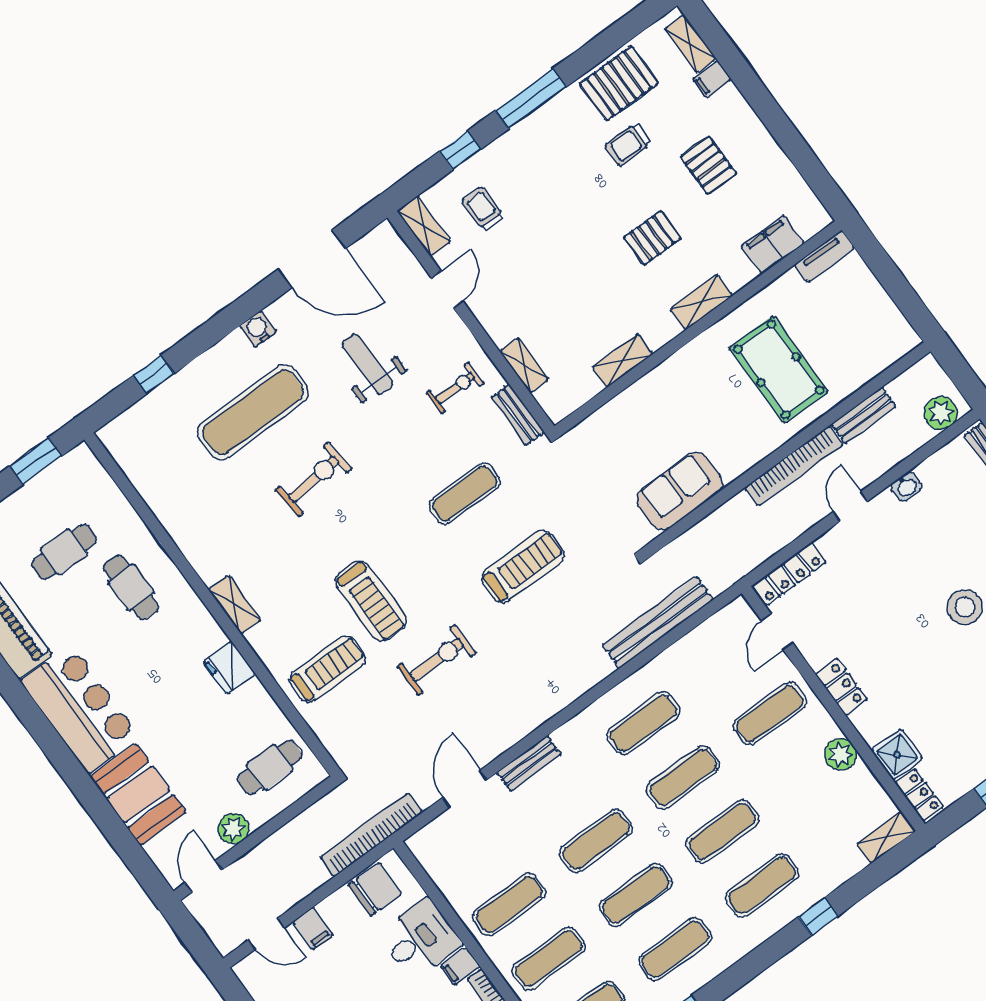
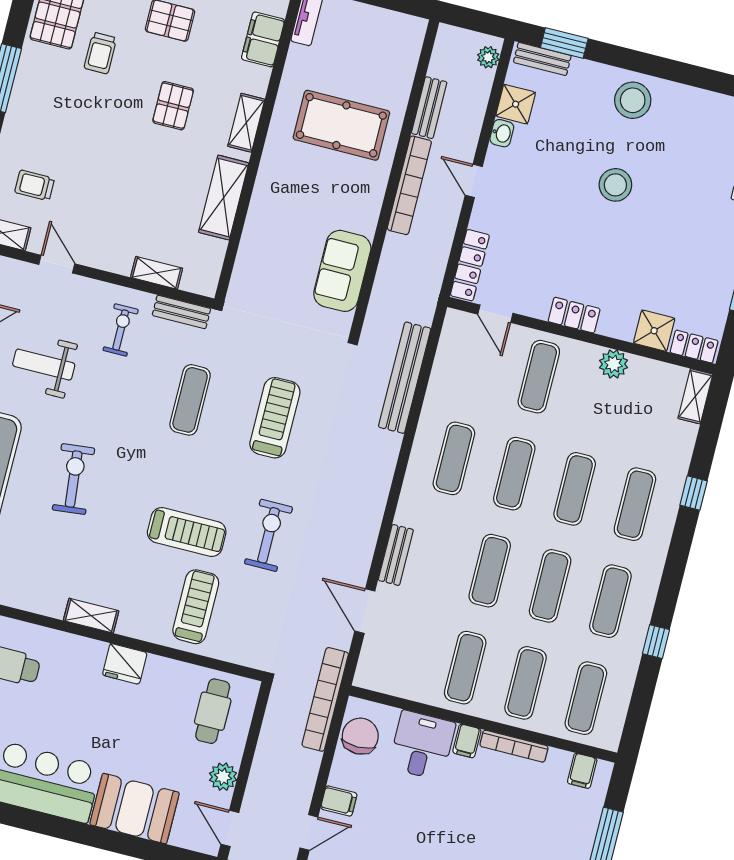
shelving: (622, 361) -> (224, 198), width x1.50, depth x1.33
plant: (941, 413) -> (488, 57), width x0.73, depth x0.73
shower: (938, 472) -> (516, 104), added

